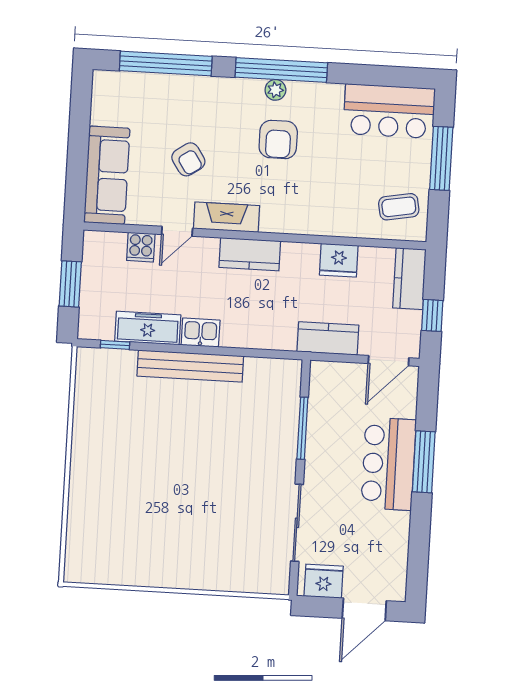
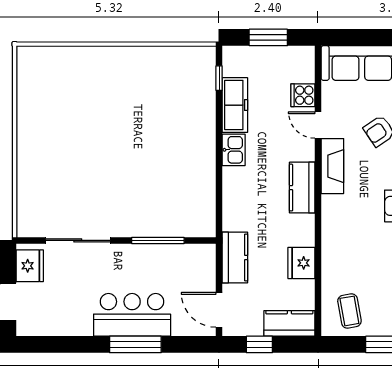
bench: (190, 366) -> (205, 143), removed

